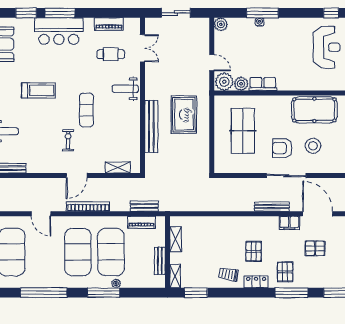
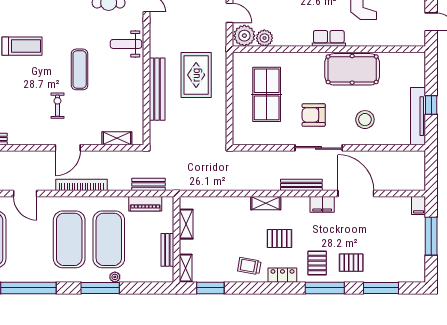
row of seats: (263, 84) -> (329, 38), moved
stool: (313, 146) -> (365, 120), moved
shelving: (242, 222) -> (266, 203), added
pallet: (315, 248) -> (351, 263), moved
pallet: (254, 251) -> (279, 239), turned 90

